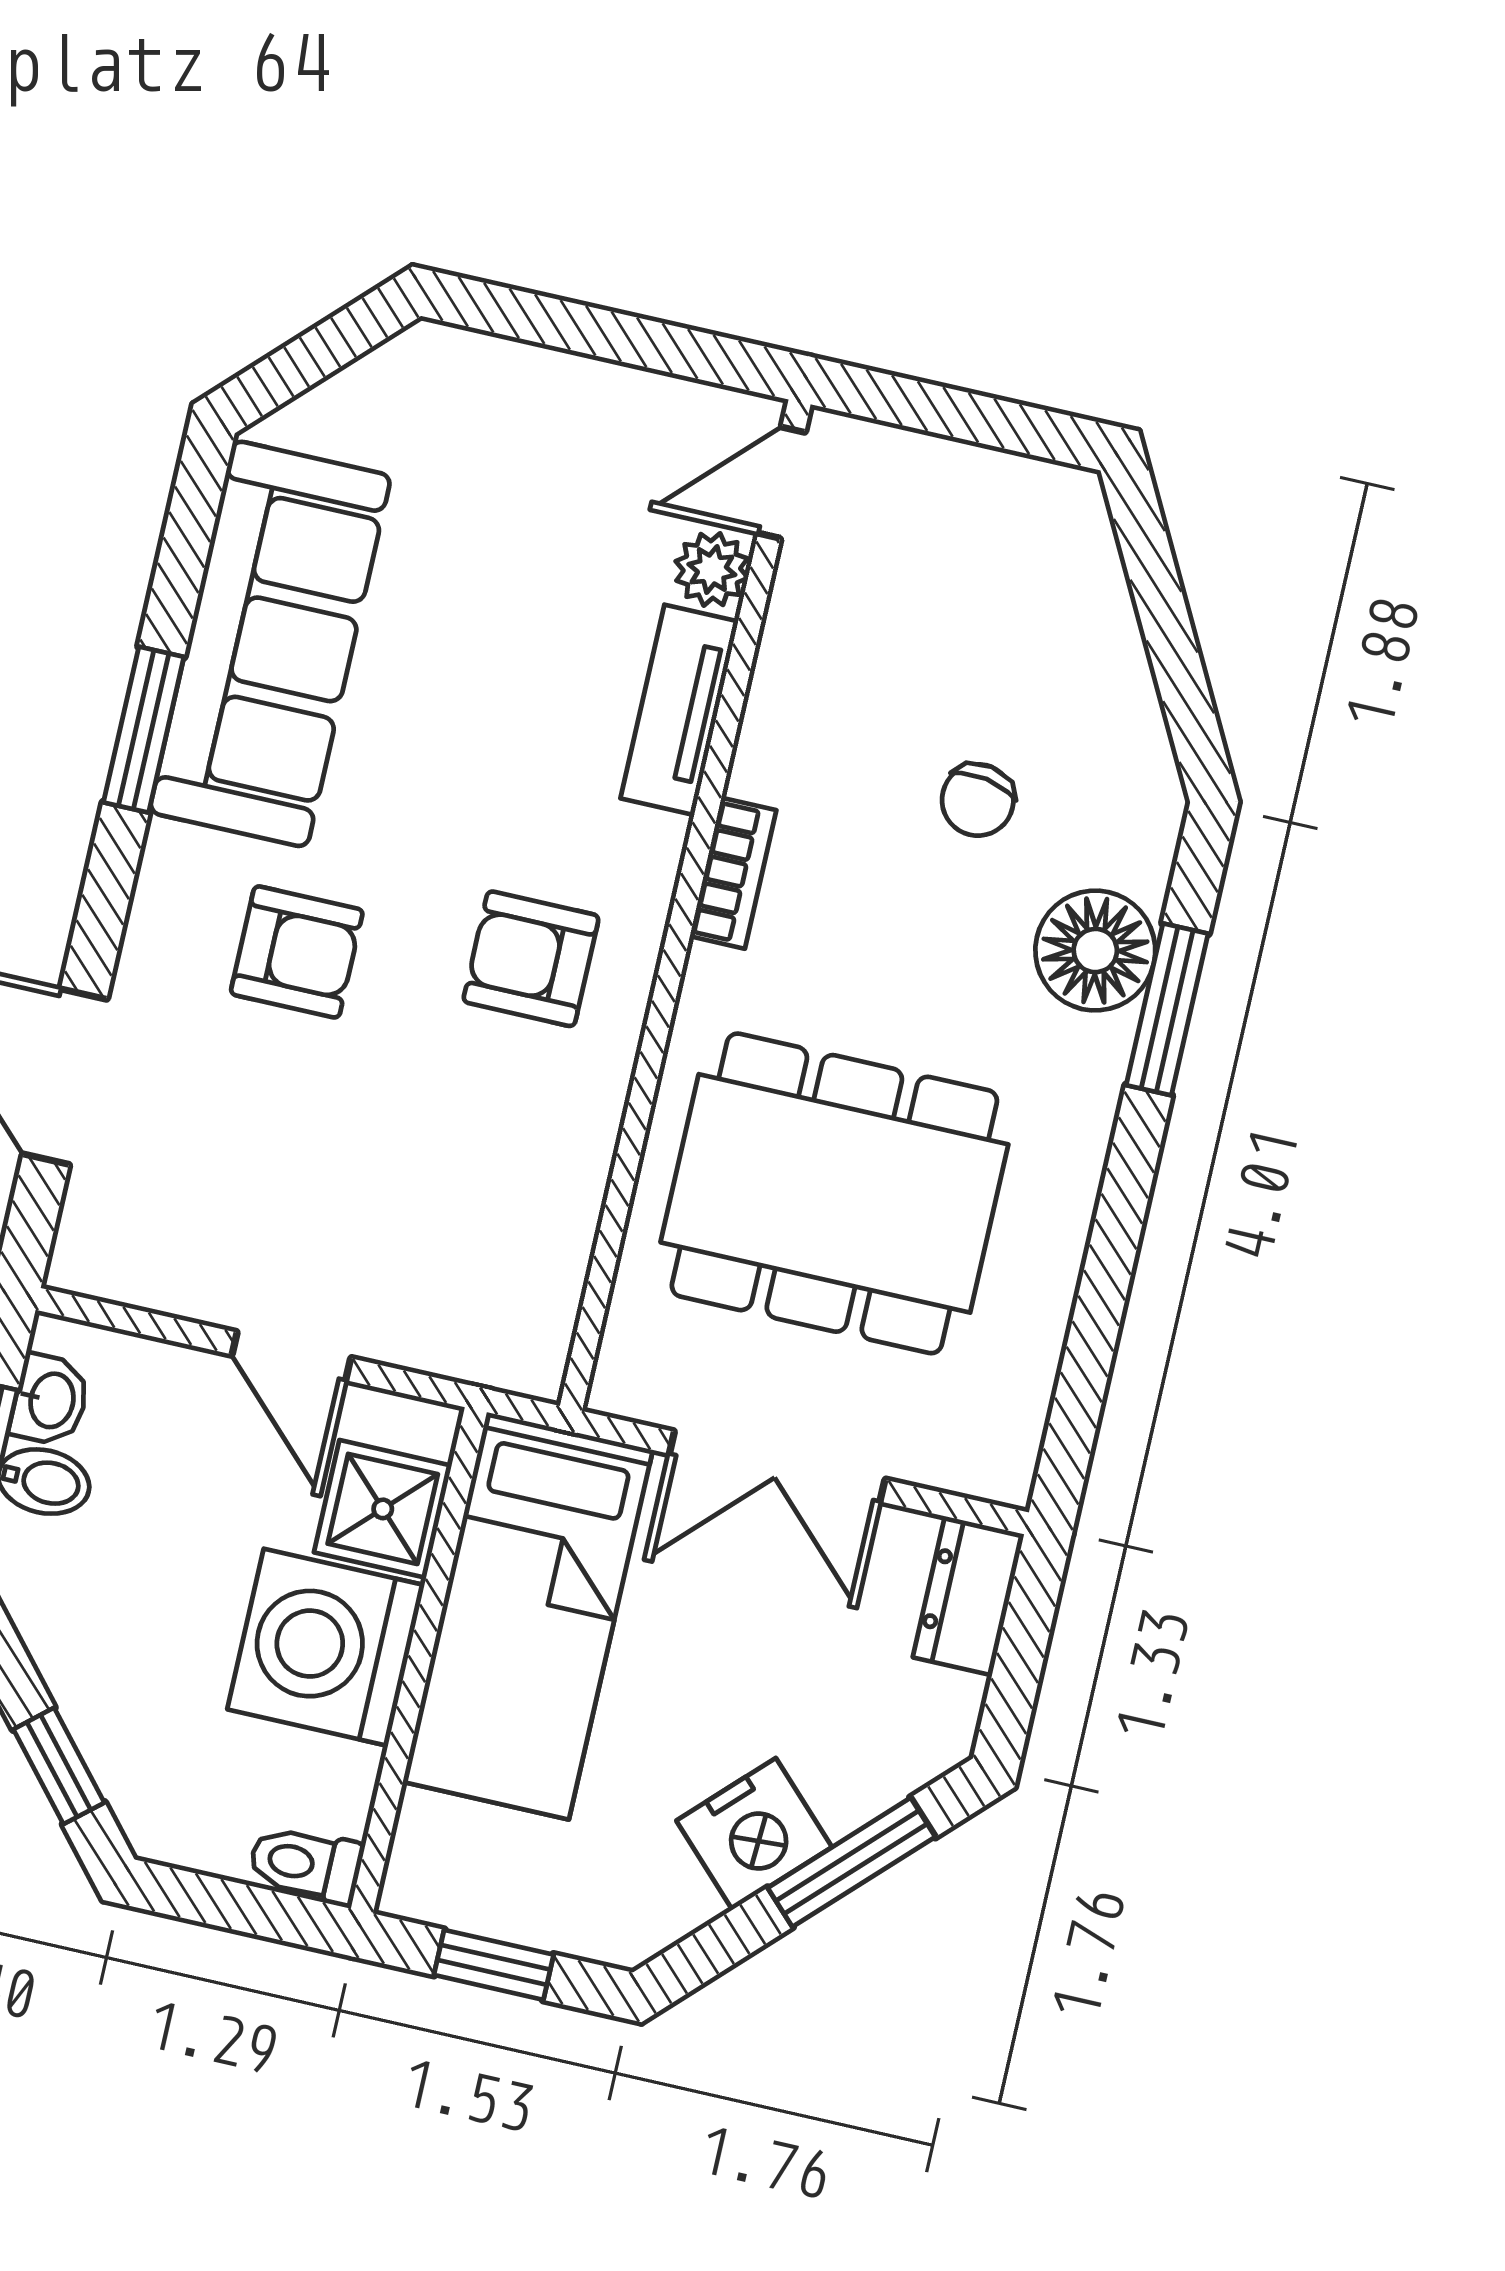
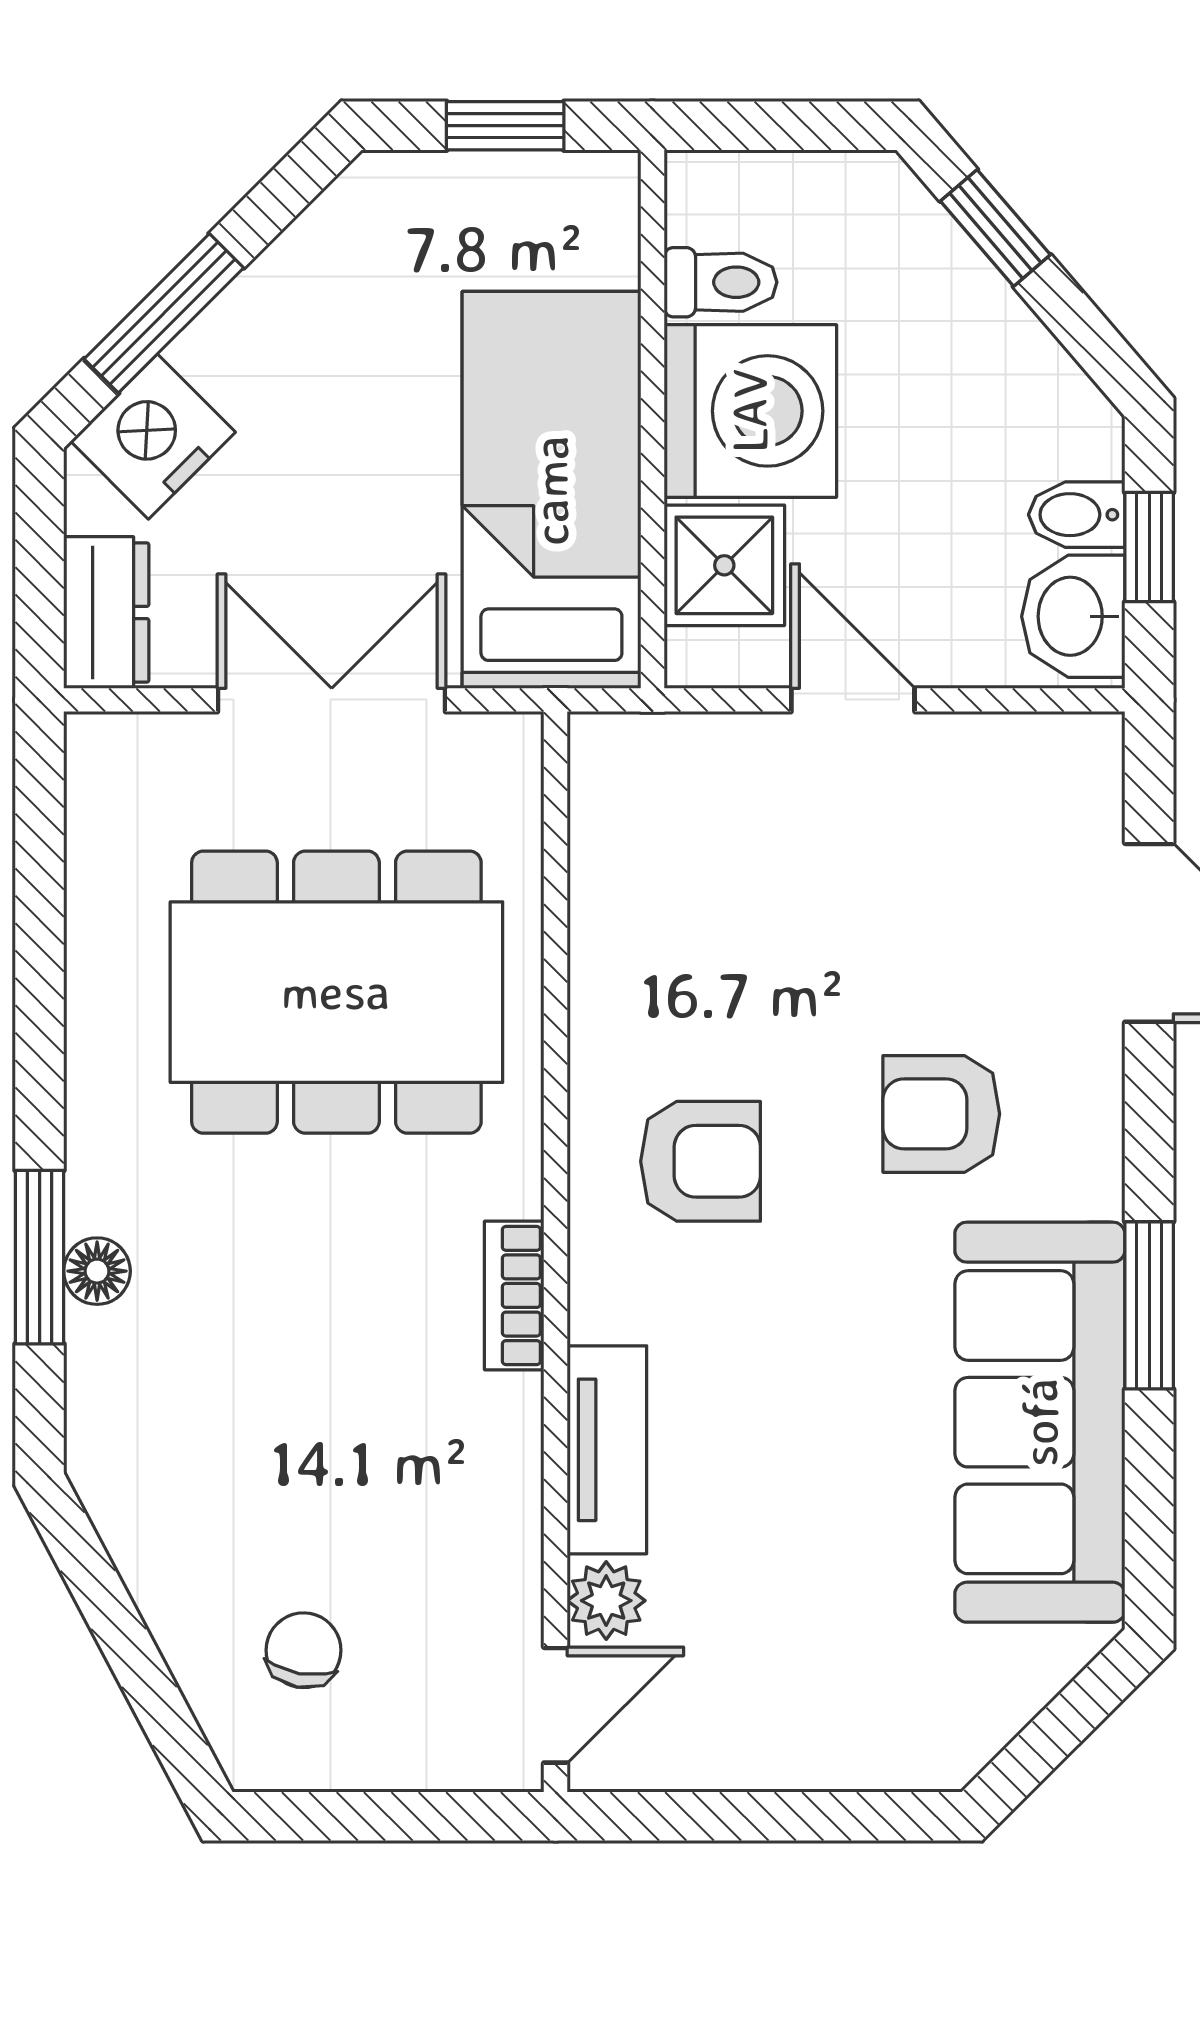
chair: (978, 800) -> (304, 1650), moved
floor lamp: (1095, 951) -> (97, 1271), width x0.53, depth x0.53
washbasin: (50, 1400) -> (1073, 616), width x1.38, depth x1.45
nightstand: (754, 1834) -> (153, 437), moved
toilet: (306, 1864) -> (720, 282), moved

